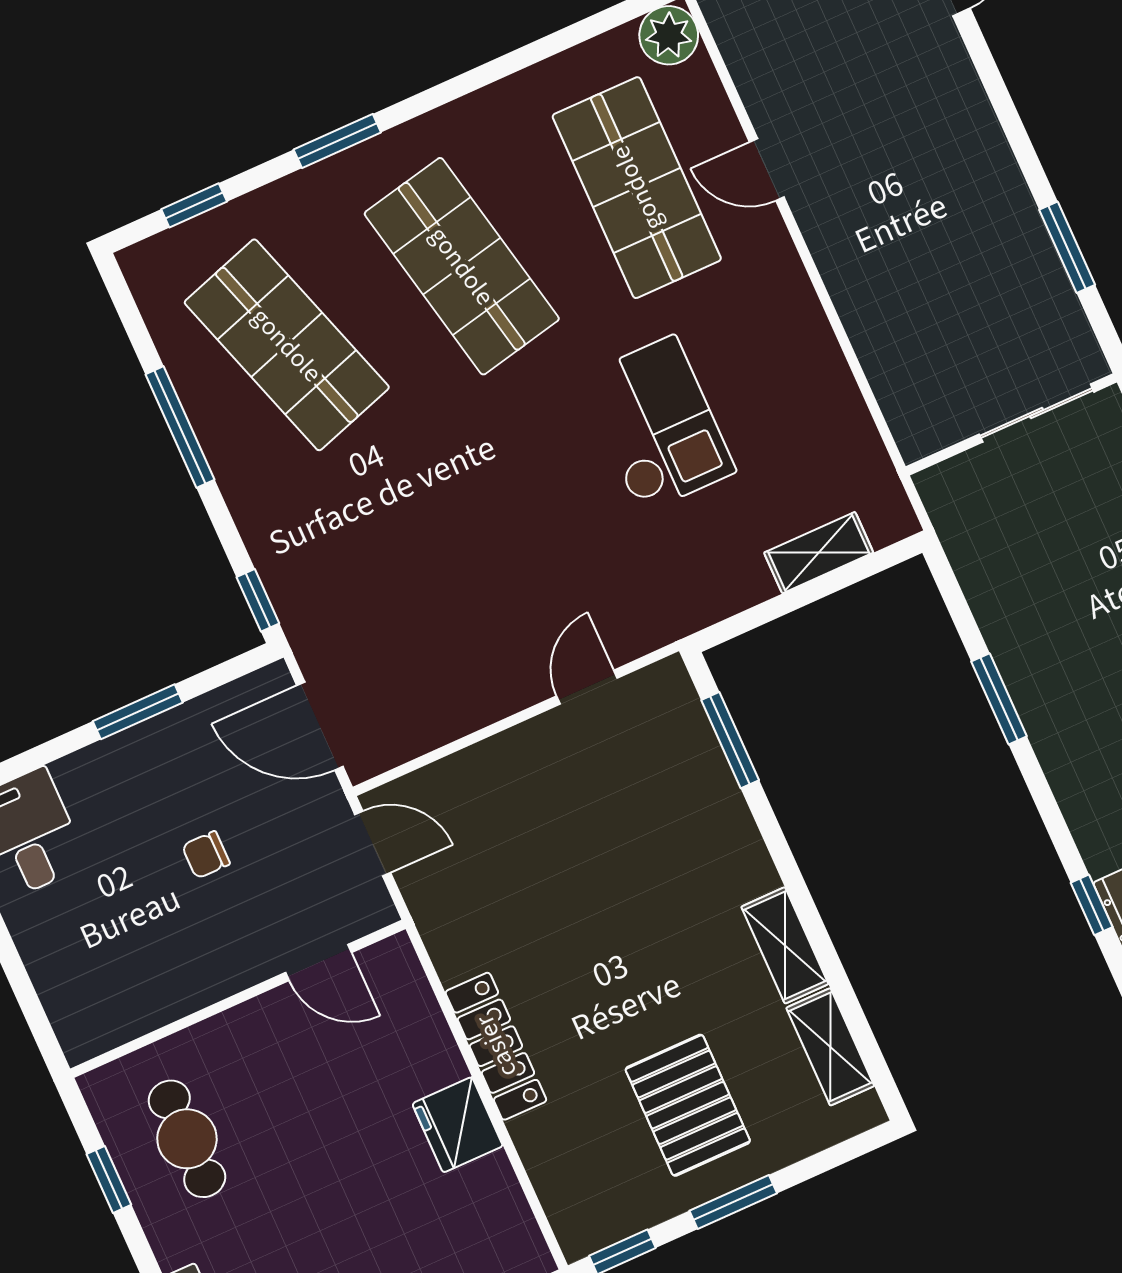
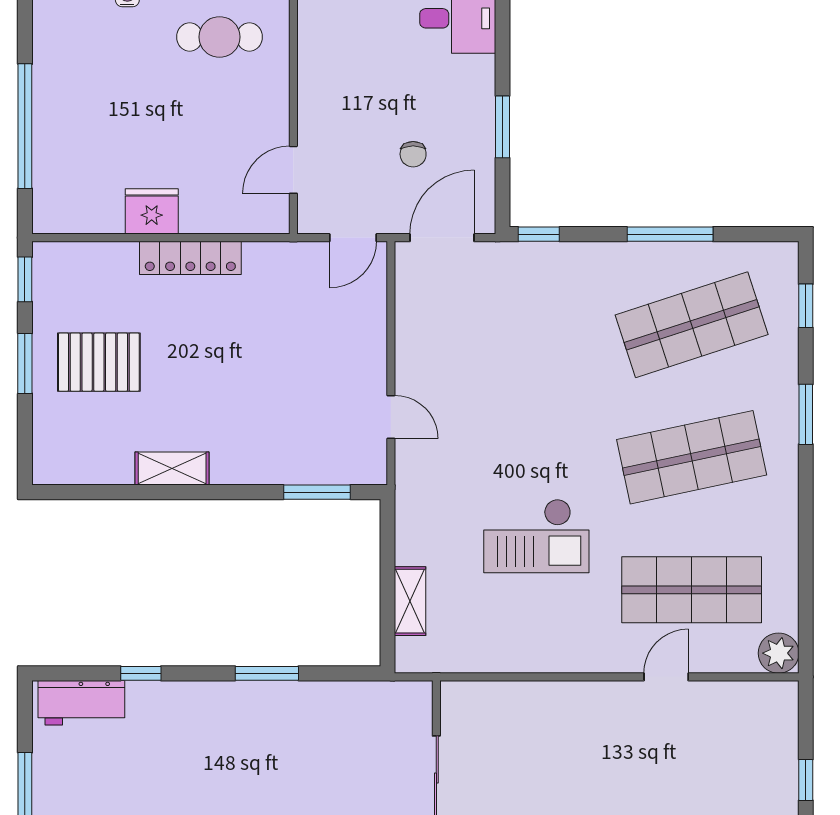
chair: (206, 855) -> (413, 154), moved, turned 180
window: (1092, 905) -> (141, 673), moved
shelving: (830, 1047) -> (95, 468), removed

